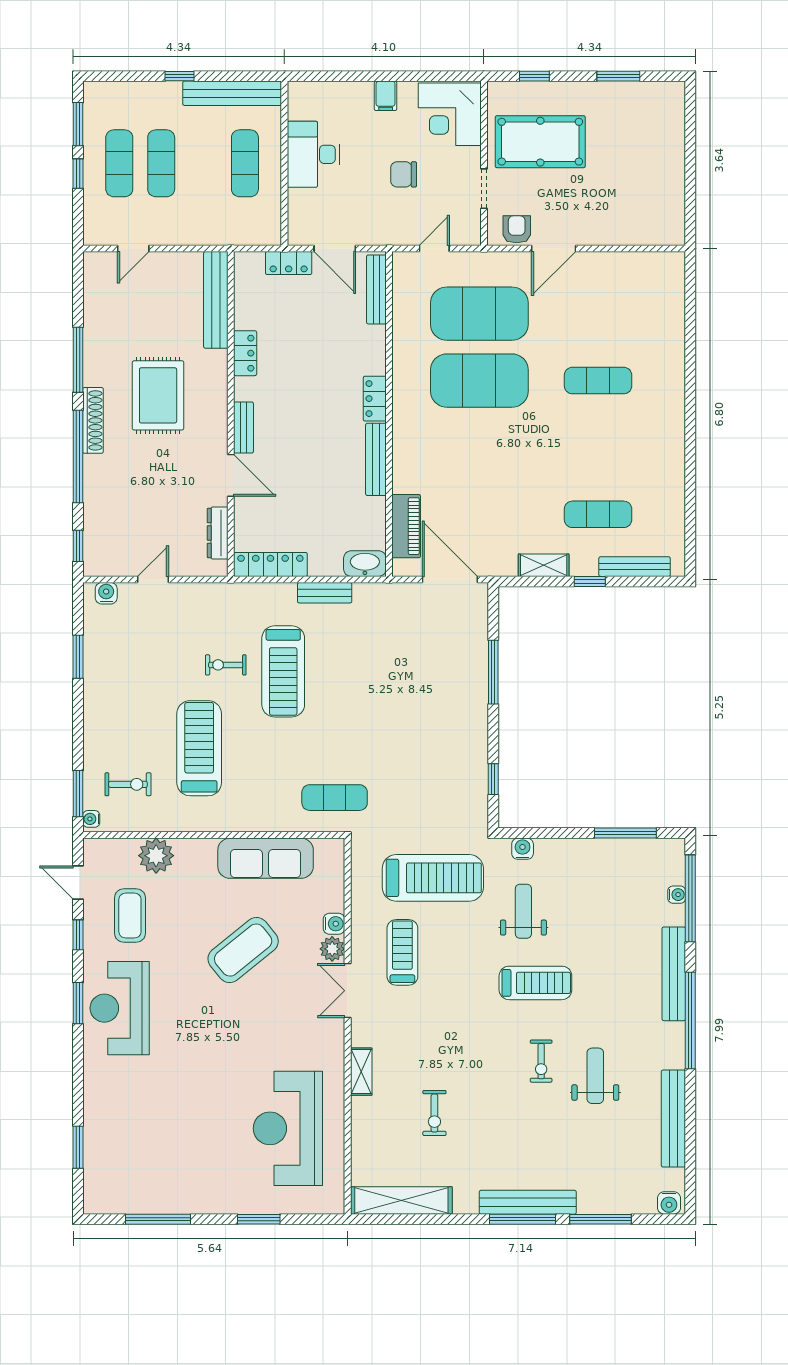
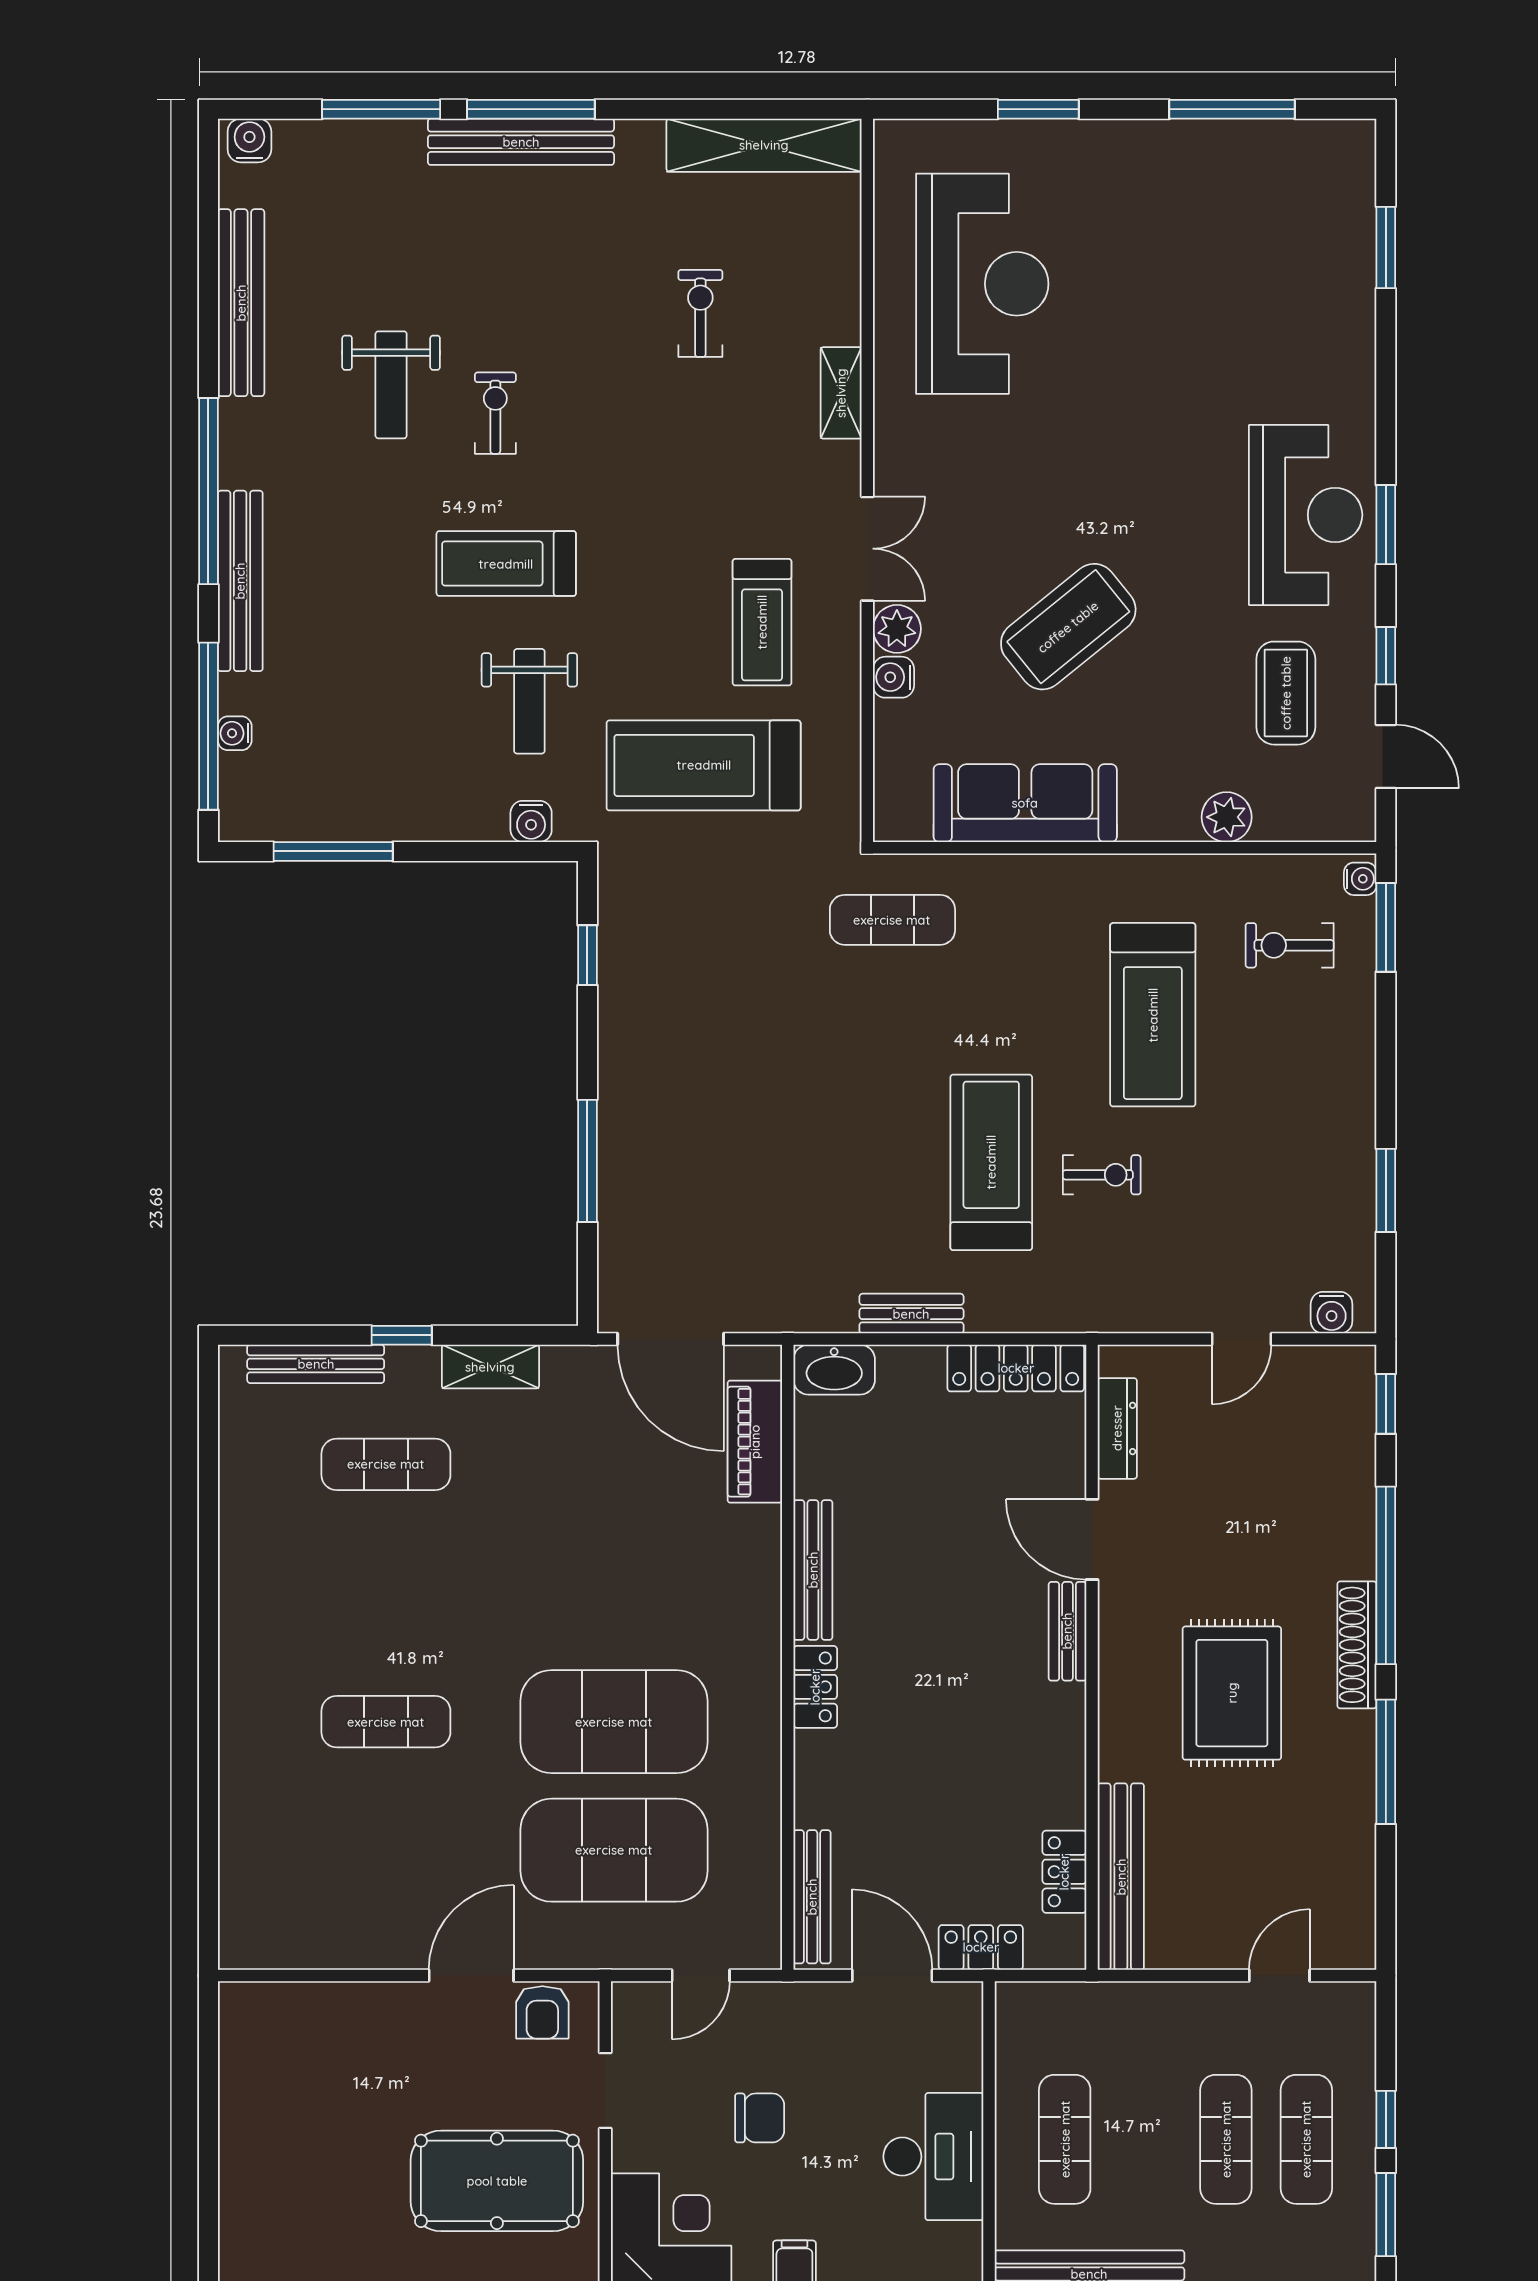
locker: (245, 353) -> (1064, 1872), moved
plant: (156, 856) -> (1227, 817), width x0.73, depth x0.73

